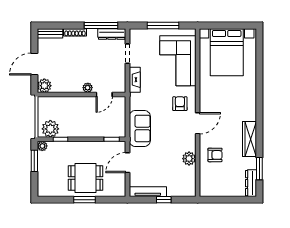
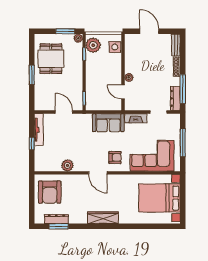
plant: (44, 86) -> (131, 40), removed
side table: (52, 104) -> (115, 47), added
sofa: (140, 128) -> (108, 123), moved
wardrobe: (249, 139) -> (103, 218), moved
armchair: (215, 155) -> (50, 192), moved, width x1.88, depth x1.88
dining table: (86, 178) -> (51, 59), moved
dresser: (251, 183) -> (56, 219), moved

